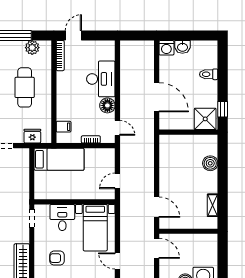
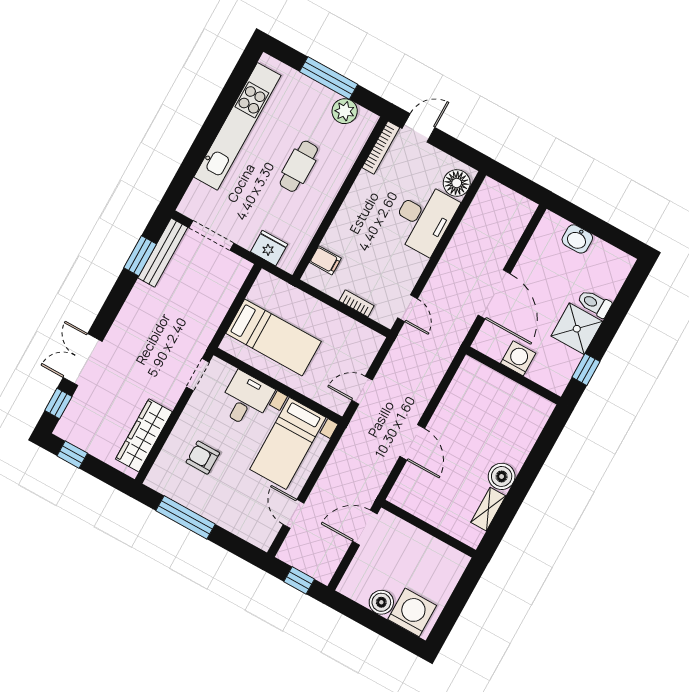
washing machine: (166, 48) -> (518, 358), moved, turned 180
cafe table: (25, 87) -> (299, 166), width x0.73, depth x0.74
floor lamp: (107, 105) -> (457, 183), moved
shower: (205, 119) -> (577, 329), moved
bed: (59, 159) -> (273, 337), moved
boiler: (210, 163) -> (502, 476), moved
door: (157, 207) -> (412, 442), moved
door: (157, 248) -> (365, 528), swing flipped

